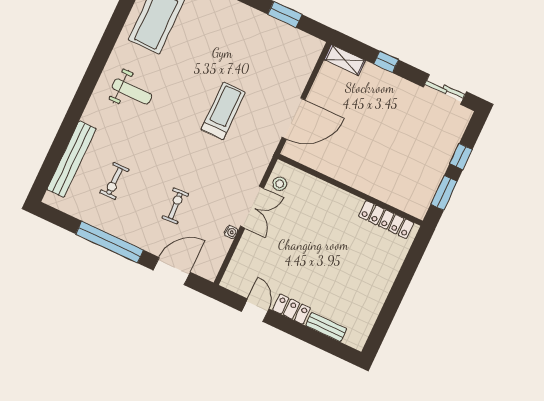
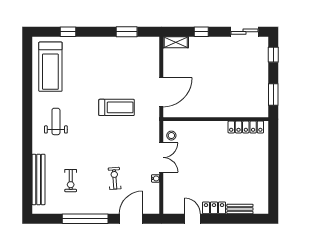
weight bench: (132, 91) -> (56, 121), turned -90
treadmill: (223, 111) -> (117, 107), turned 90
window: (461, 156) -> (273, 55), moved

